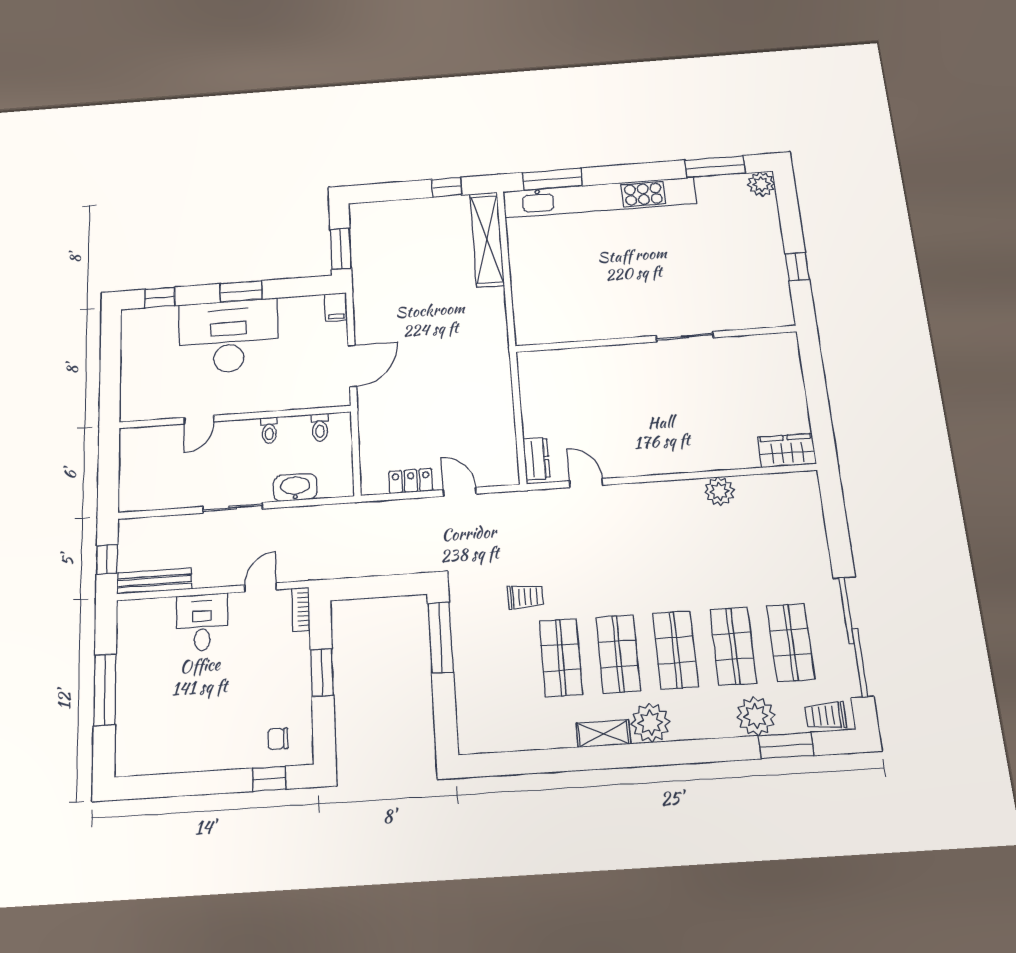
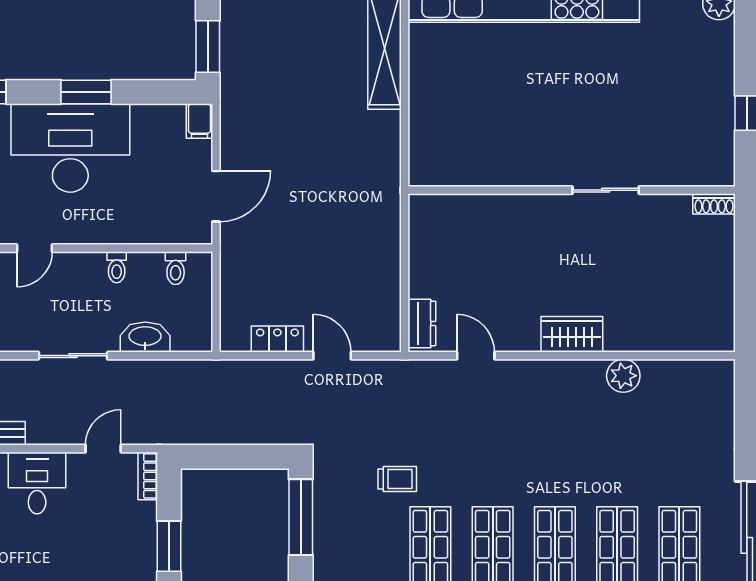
shoe rack: (780, 341) -> (714, 204), added
wardrobe: (787, 450) -> (572, 334), moved

